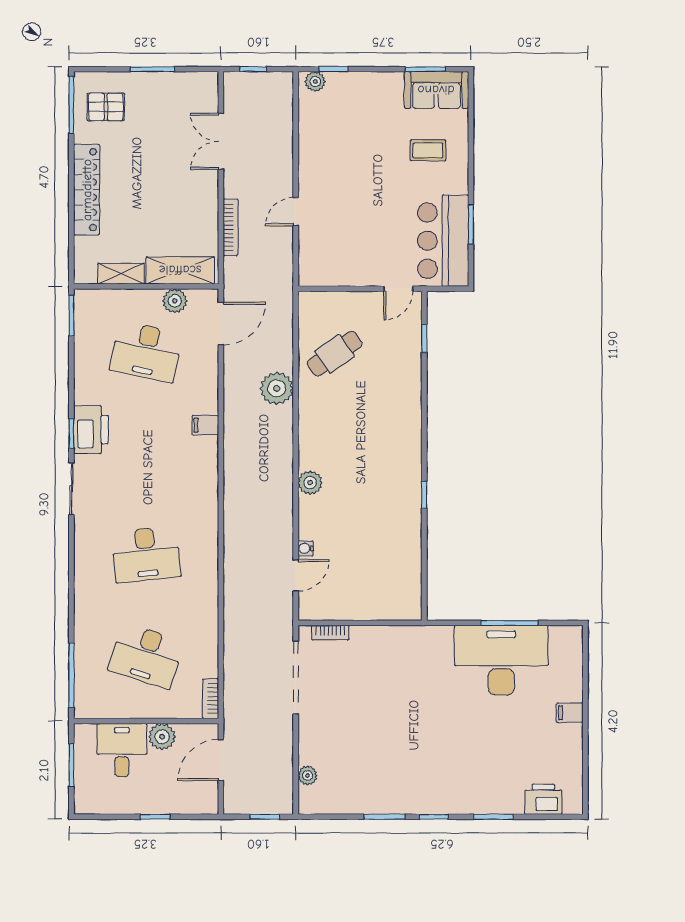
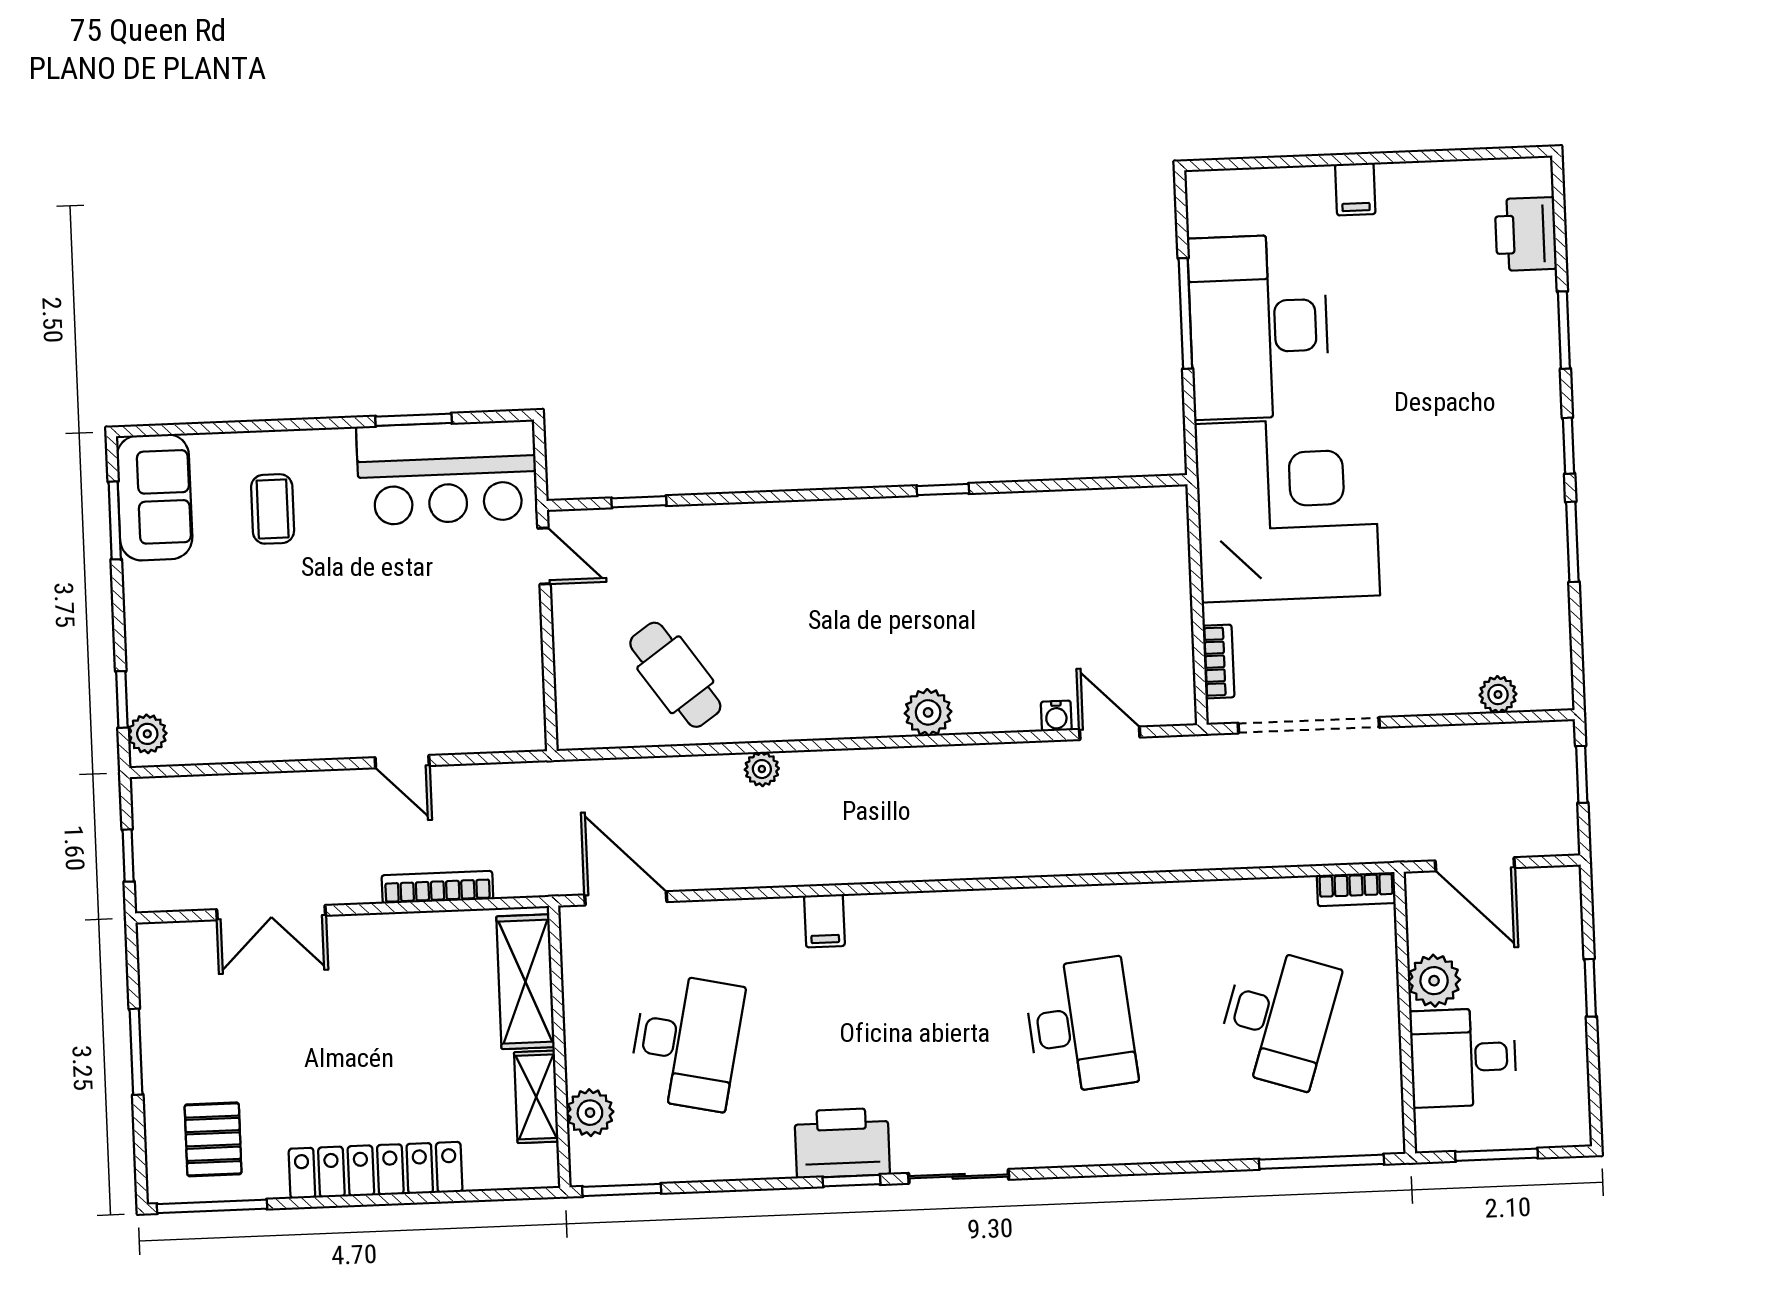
plant: (175, 301) -> (590, 1113), moved
plant: (277, 388) -> (762, 769), width x0.53, depth x0.53
corner desk: (407, 671) -> (1287, 510), added

